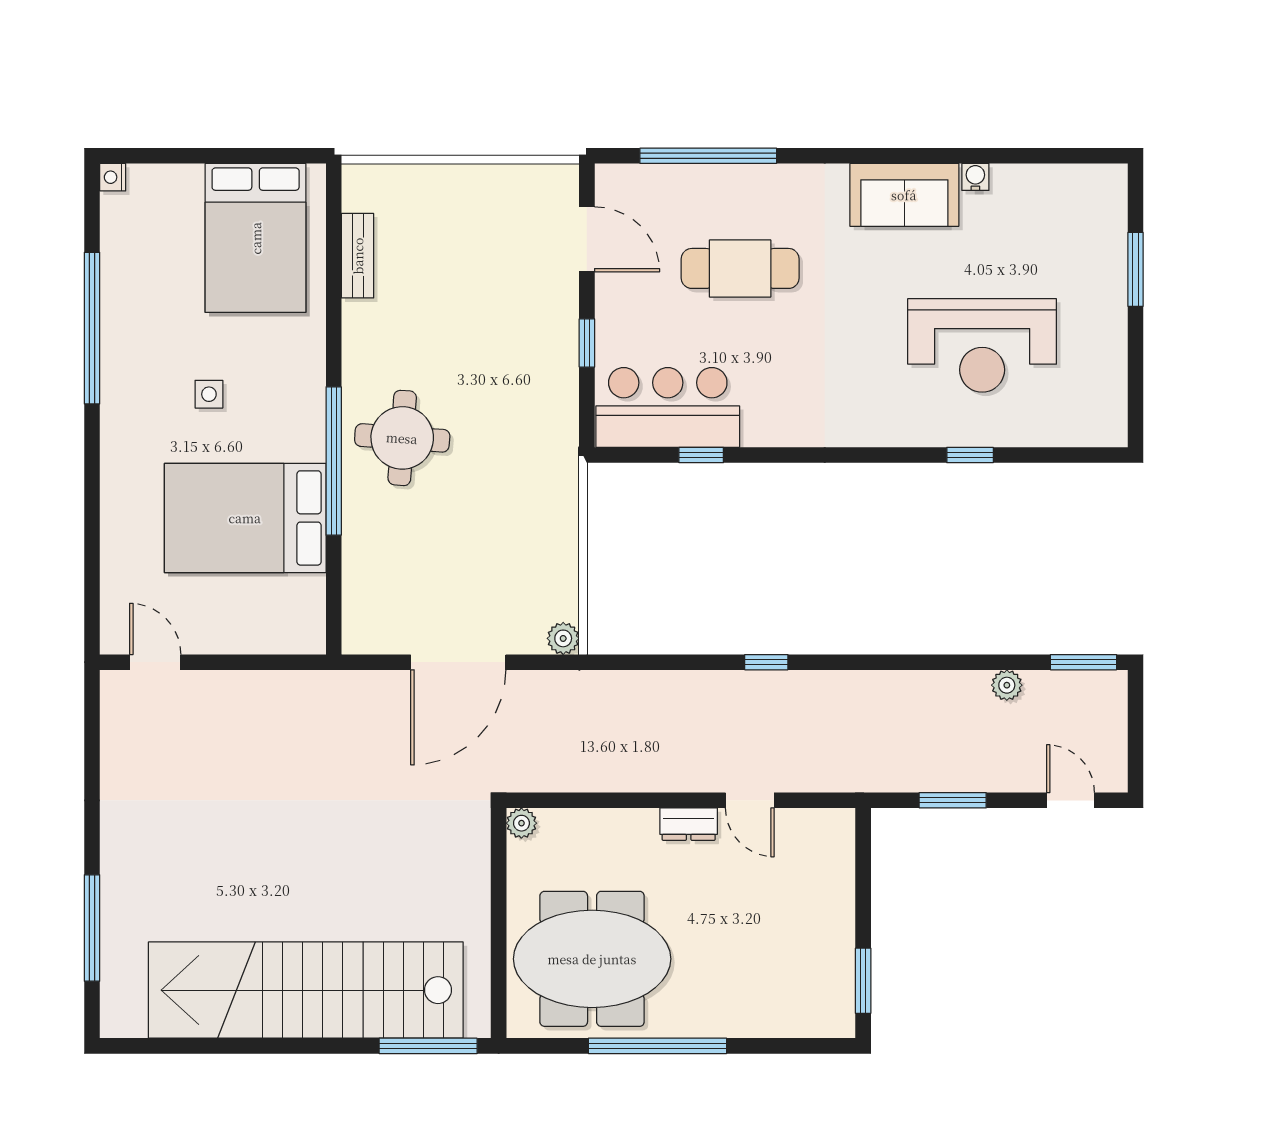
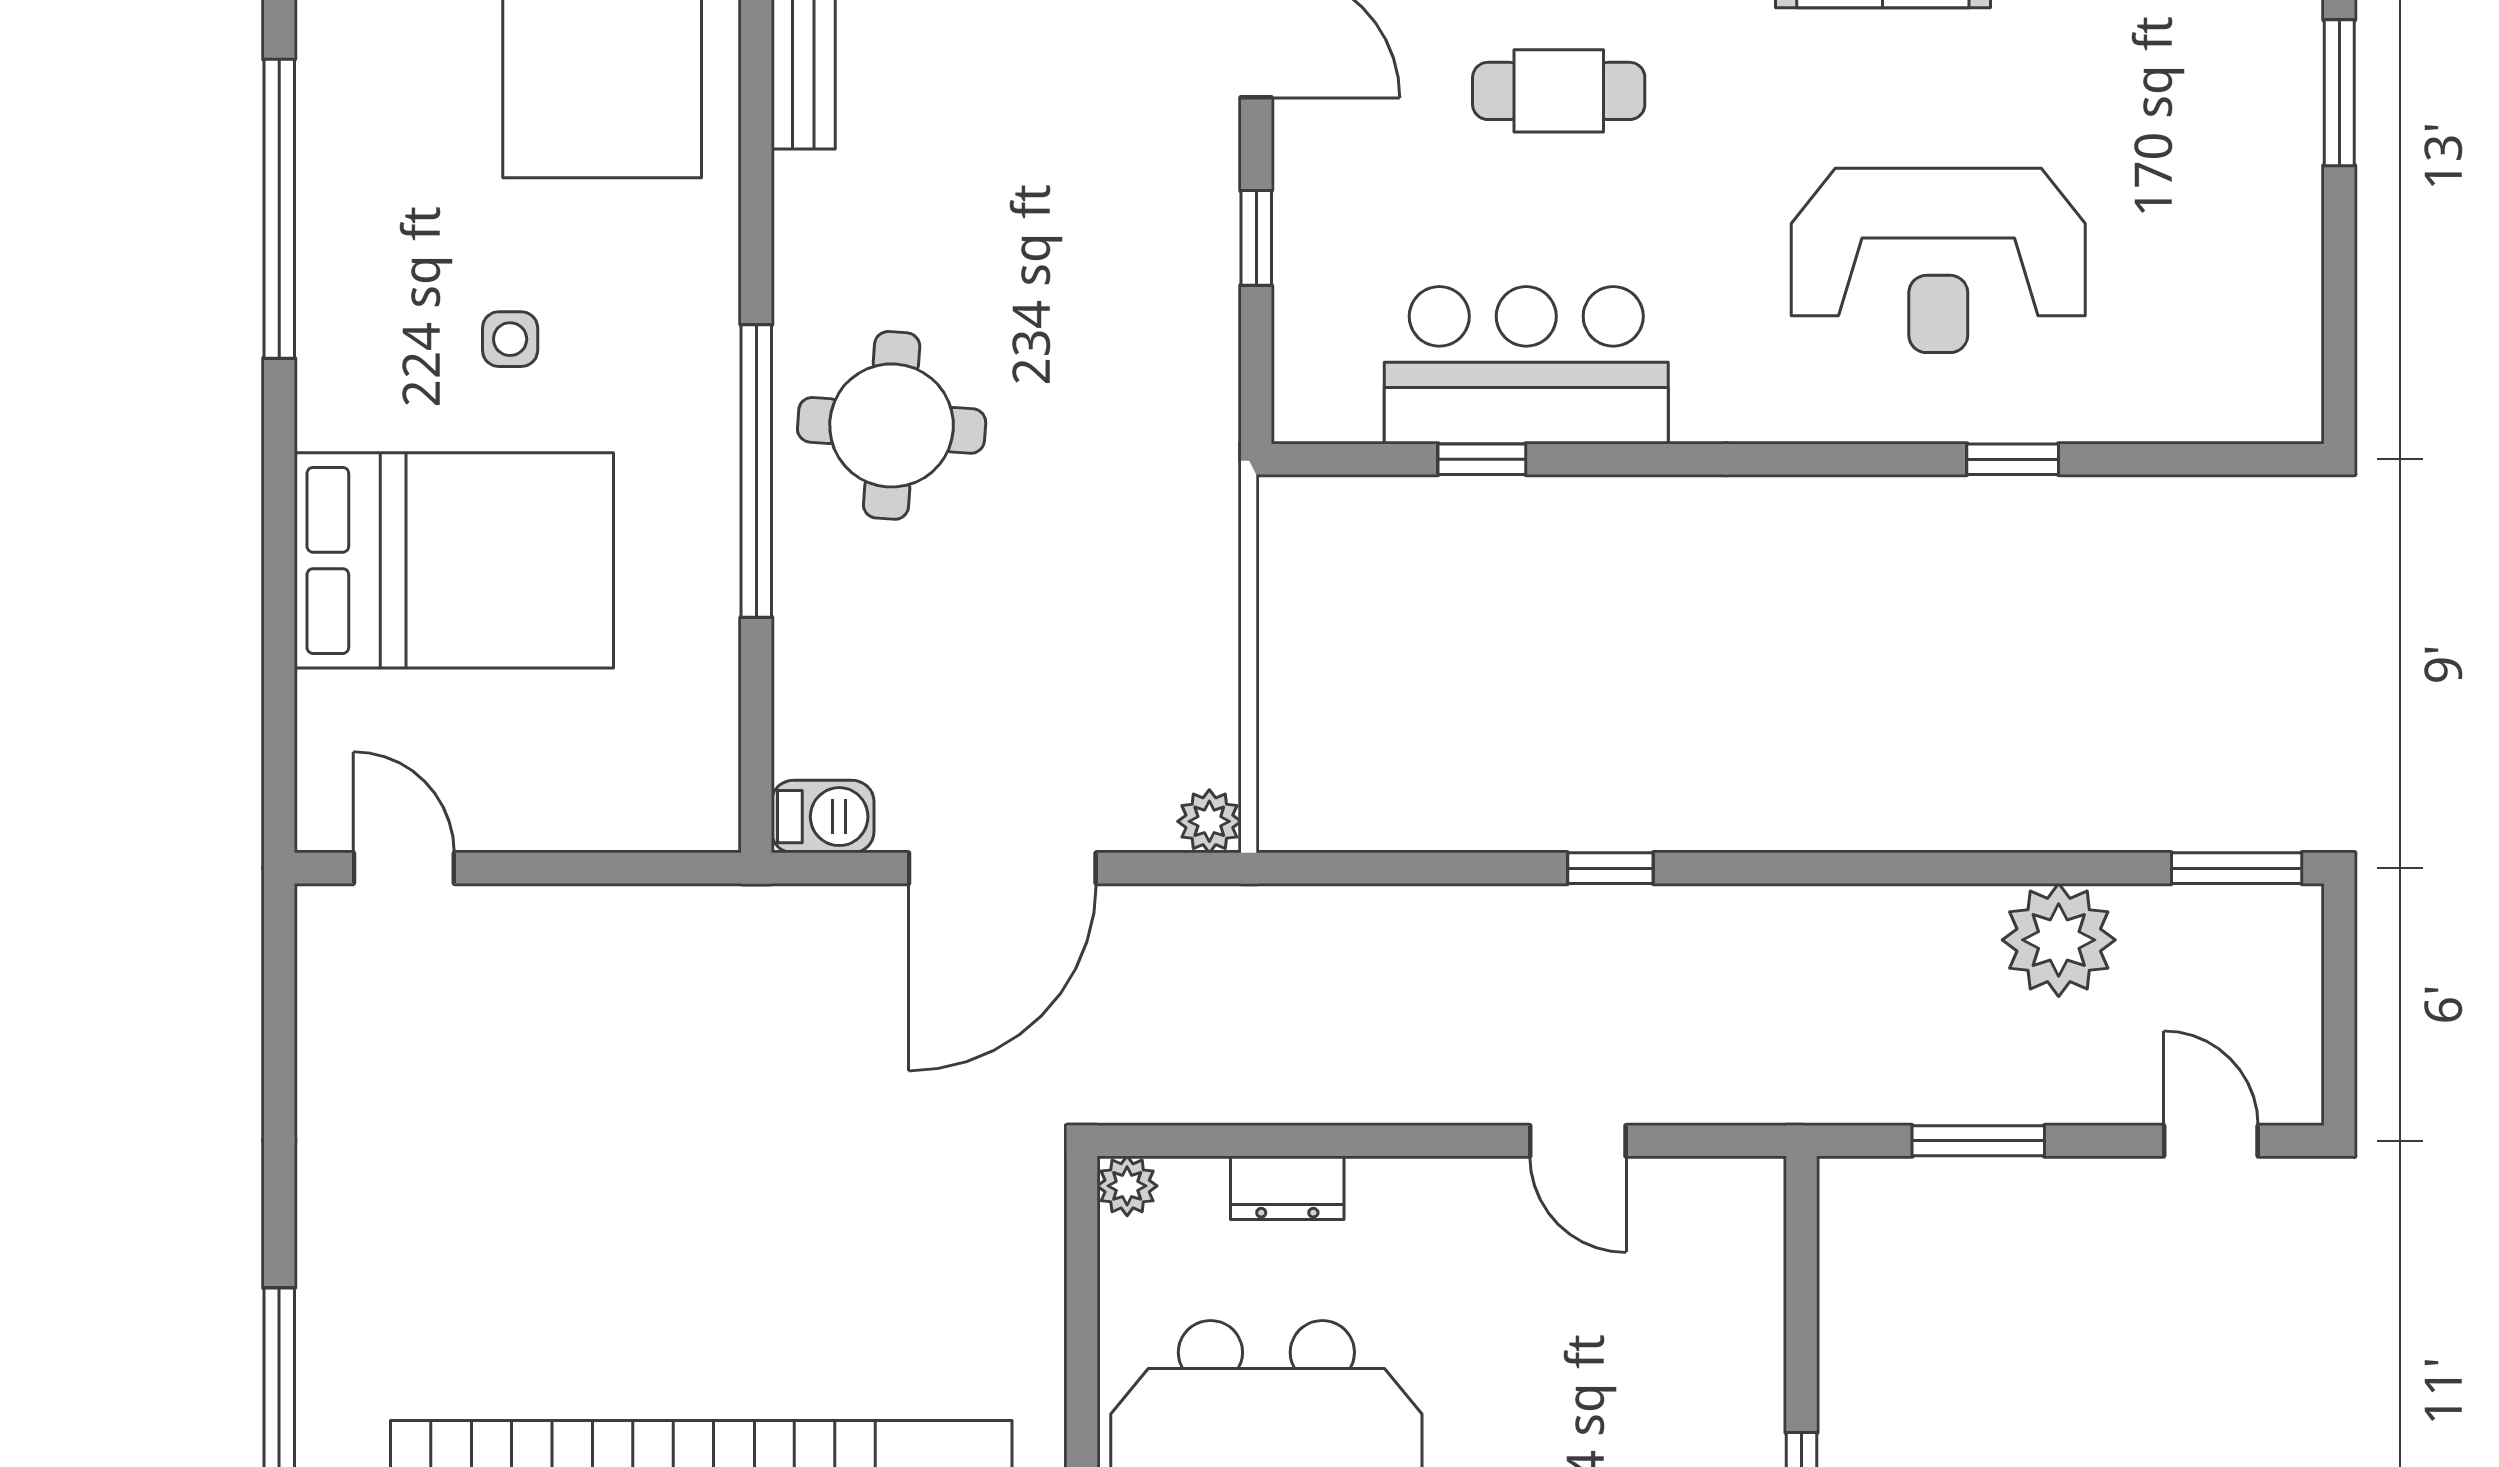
cafe table: (740, 268) -> (1559, 91), width x0.73, depth x0.74
reception desk: (982, 345) -> (1938, 260), moved
bar counter: (668, 407) -> (1526, 365), moved
bed: (245, 518) -> (454, 560), moved, turned 180
barbecue: (367, 636) -> (823, 817), added
plant: (1007, 685) -> (2059, 940), width x1.87, depth x1.87
dresser: (689, 824) -> (1287, 1188), moved

